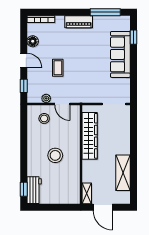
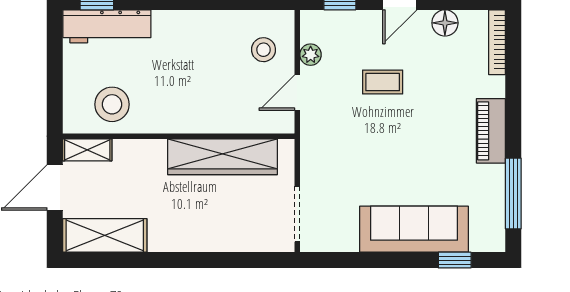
stool: (55, 155) -> (112, 104), moved
shelving: (123, 173) -> (105, 235), moved
workbench: (34, 190) -> (107, 26), width x1.38

